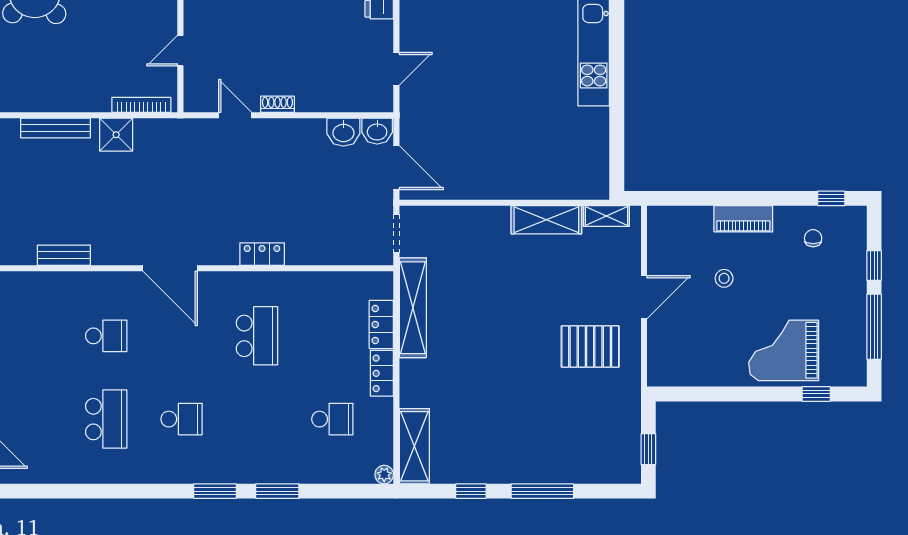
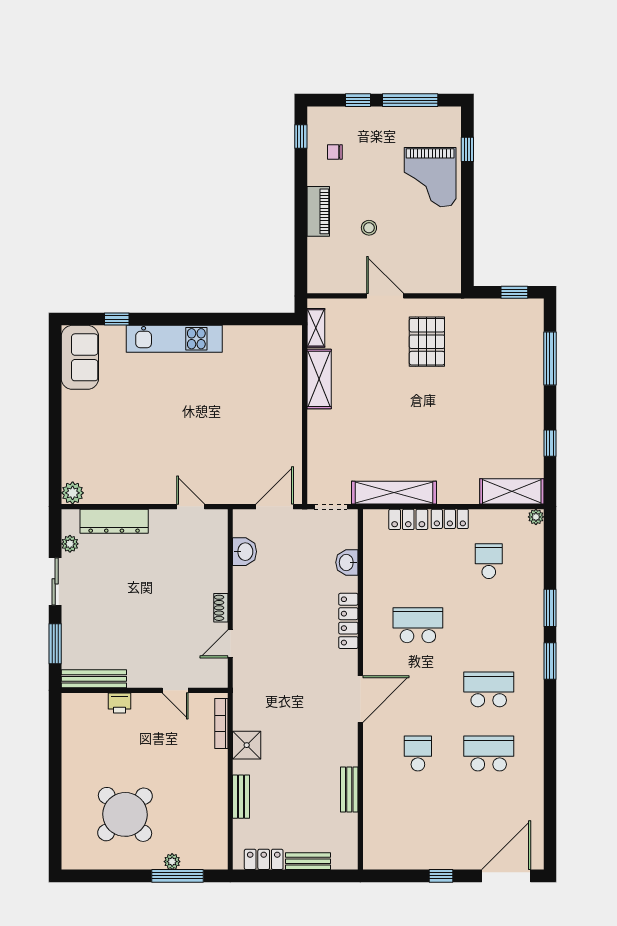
bench: (56, 128) -> (241, 797), width x0.73
washbasin: (377, 131) -> (347, 562), moved, turned 180
locker: (262, 254) -> (348, 621), width x1.53
school desk: (182, 419) -> (489, 689), width x1.85
window: (542, 491) -> (550, 359), moved

